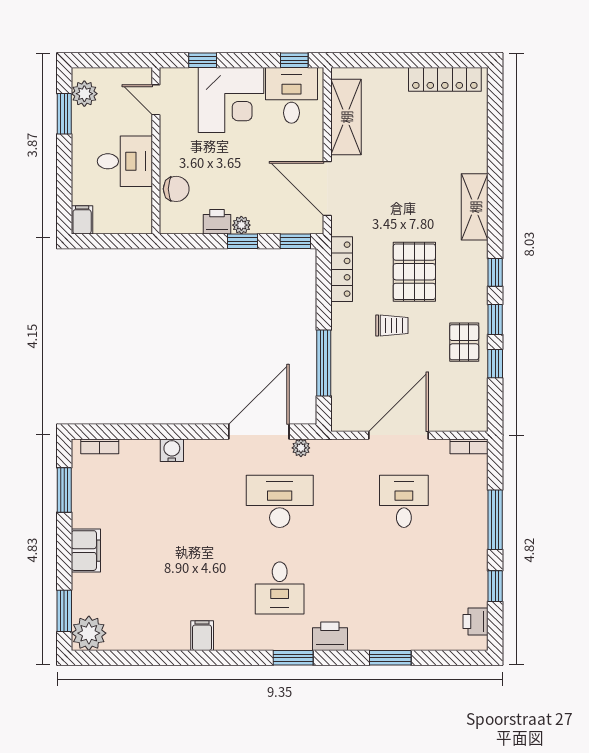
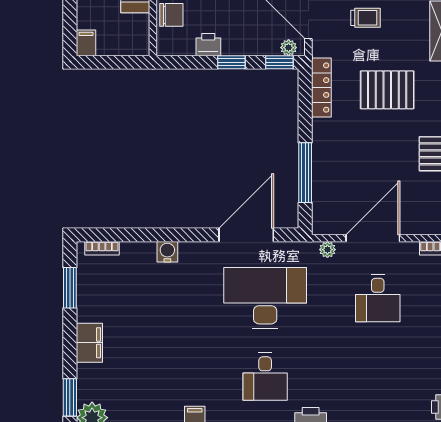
plant: (241, 225) -> (289, 48), moved
pallet: (414, 272) -> (387, 90), turned 90
trolley: (392, 326) -> (365, 18), moved
plant: (301, 448) -> (327, 250), moved
desk: (280, 501) -> (265, 298), width x1.36, depth x1.30
desk: (404, 501) -> (378, 298), turned 180

